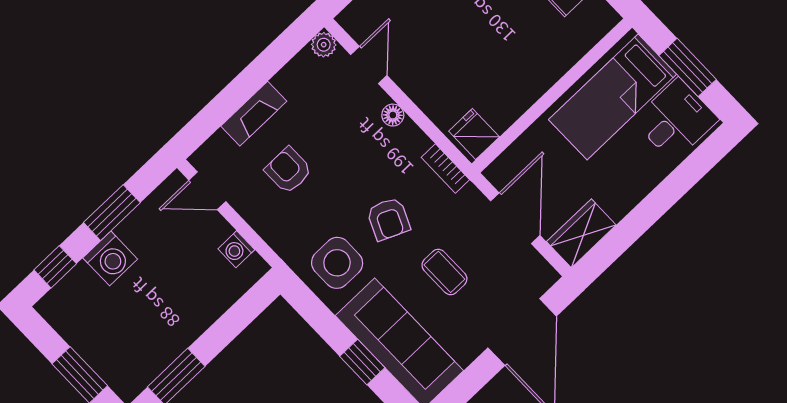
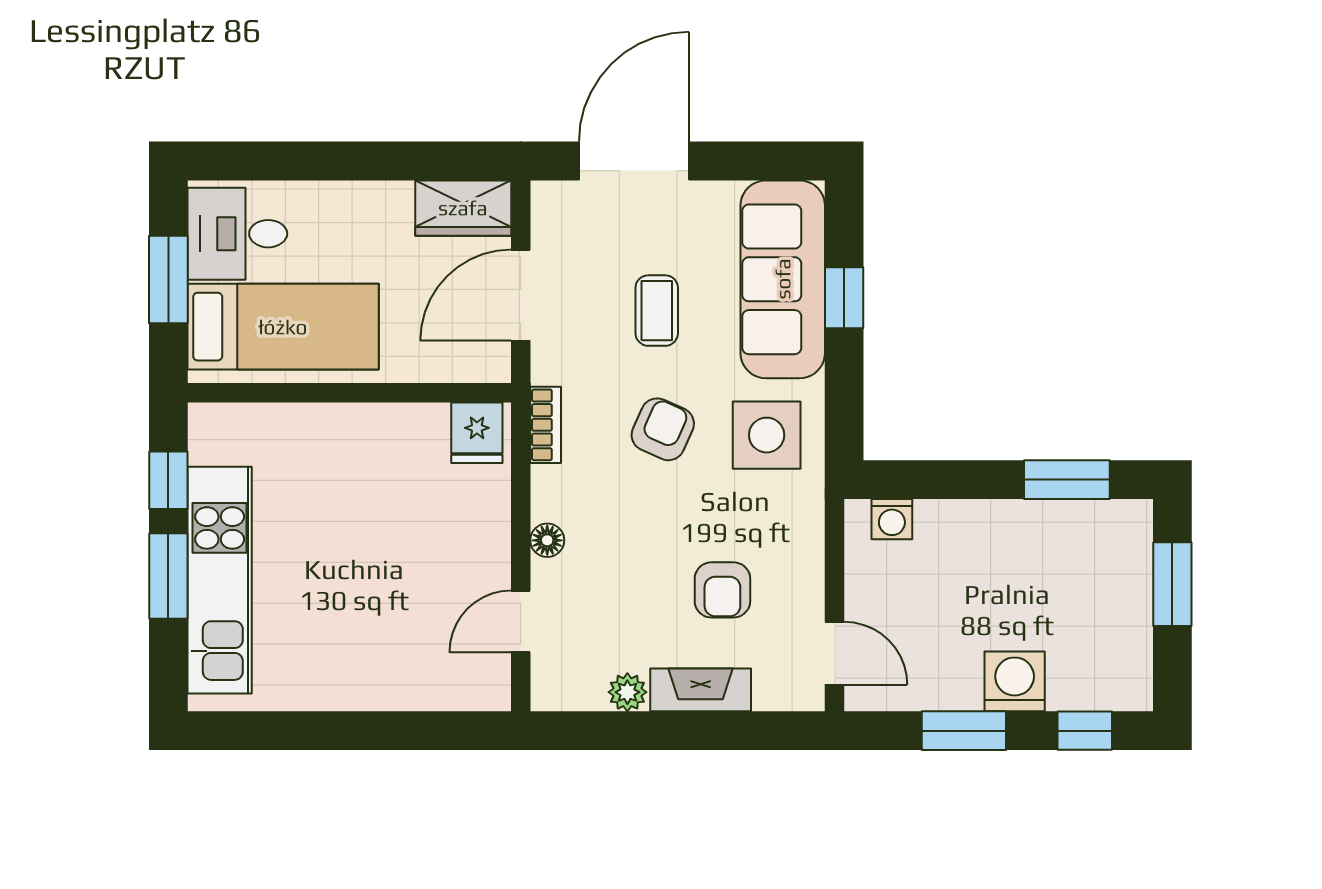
plant: (324, 45) -> (627, 692), moved
washing machine: (236, 249) -> (892, 519), moved, turned 90

